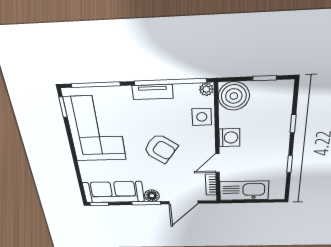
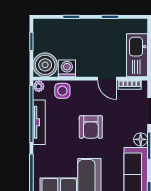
tv unit: (153, 92) -> (39, 122), width x1.41
washing machine: (229, 138) -> (67, 68), moved
armchair: (161, 148) -> (91, 127), turned 144

